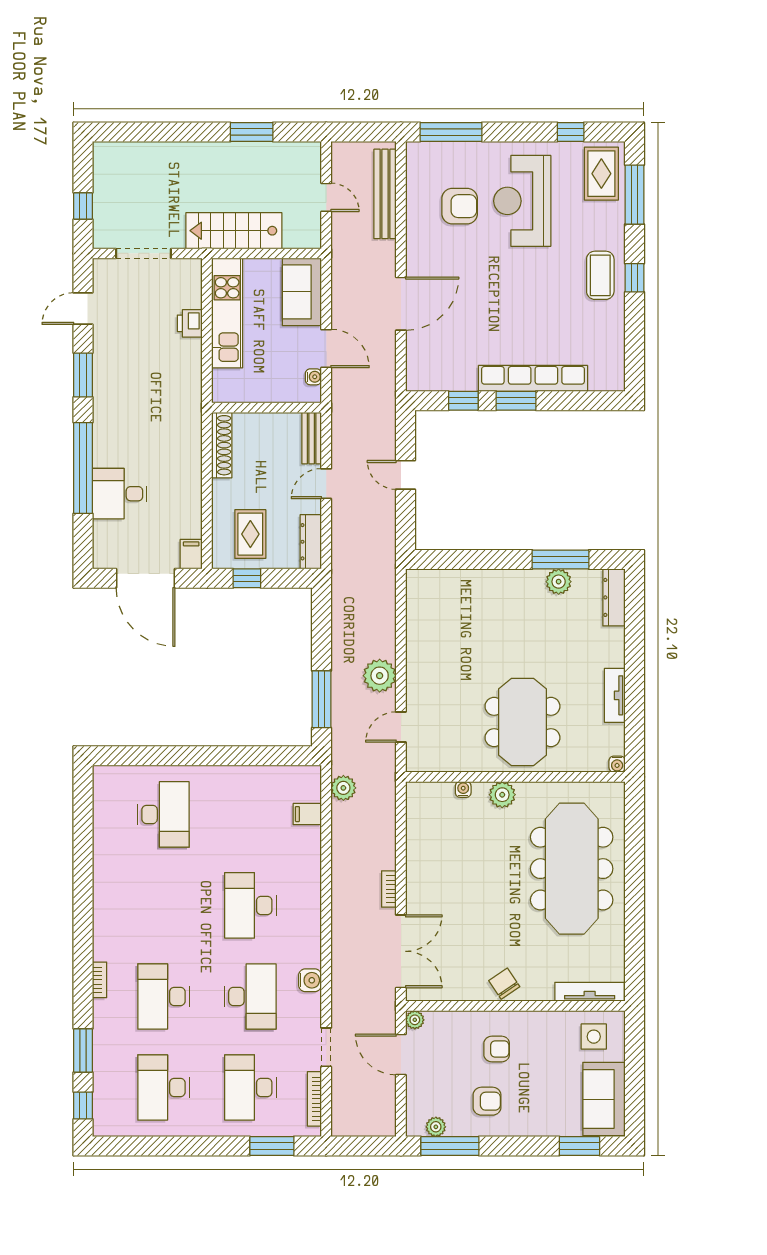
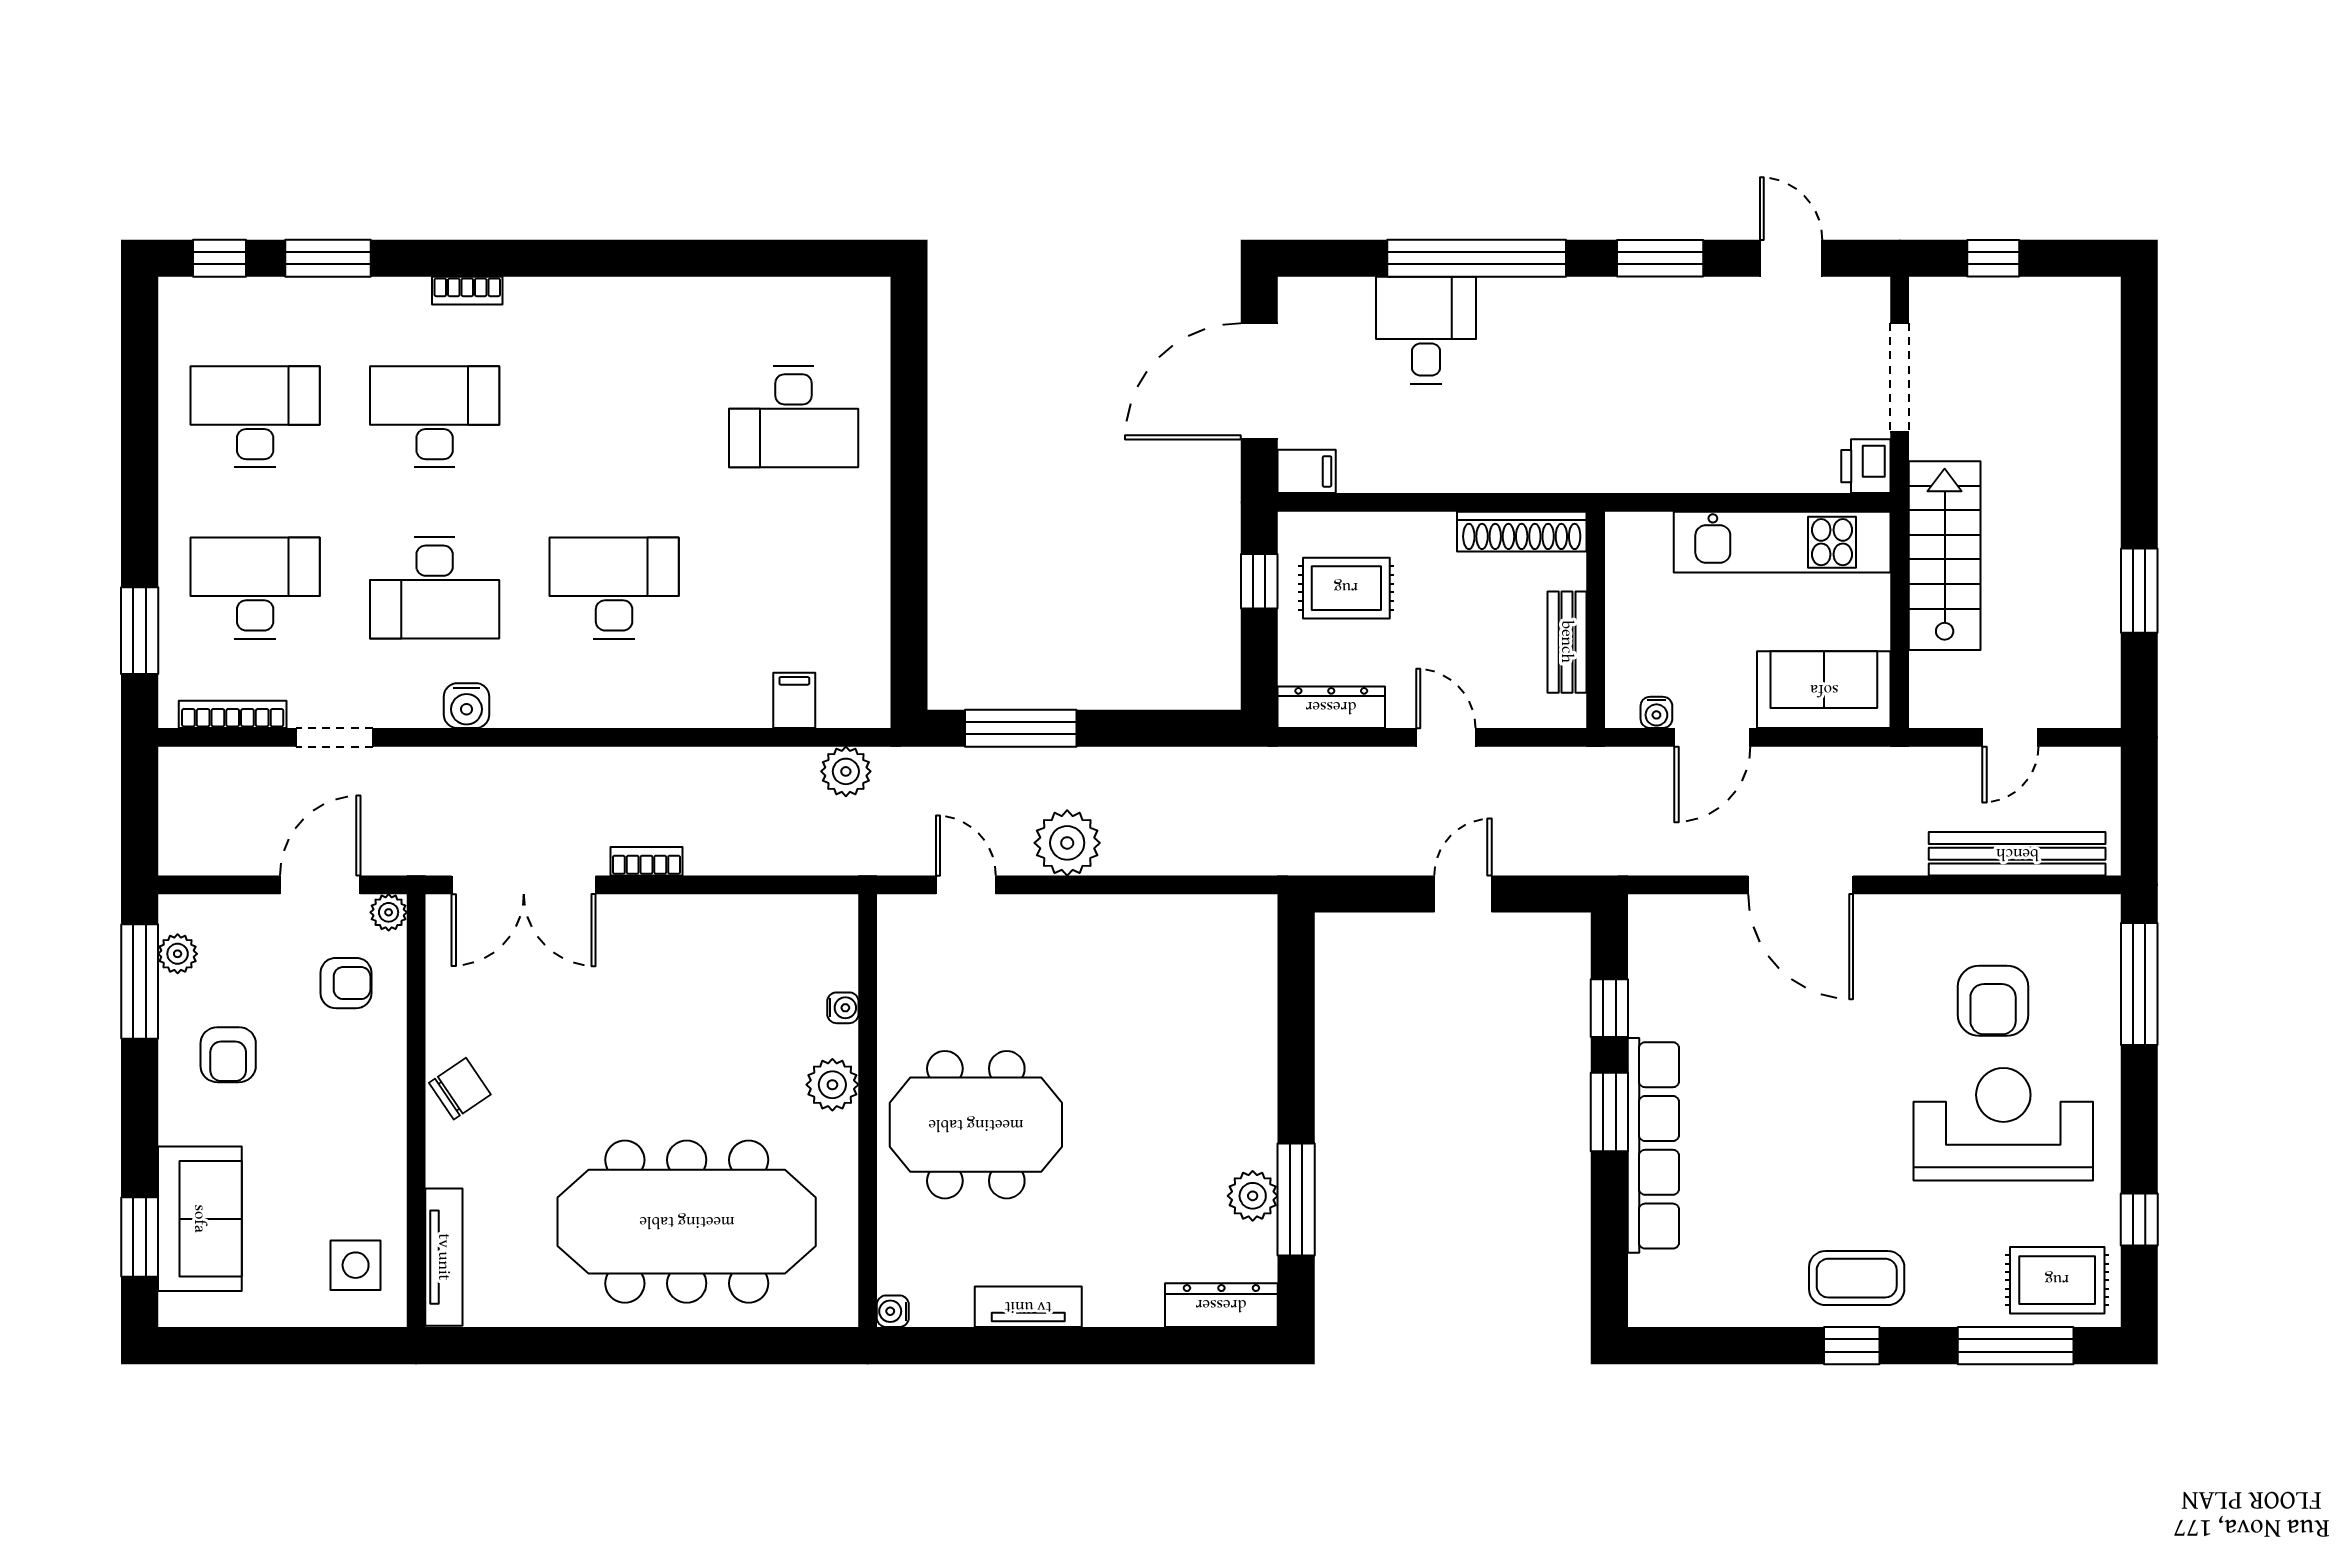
printer: (190, 323) -> (1866, 466), moved, turned -90
bench: (312, 438) -> (1567, 642), moved, turned 90
armchair: (497, 1049) -> (346, 983), moved, turned -90
sofa: (604, 1099) -> (200, 1219), moved, turned 90

